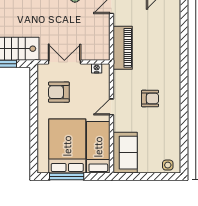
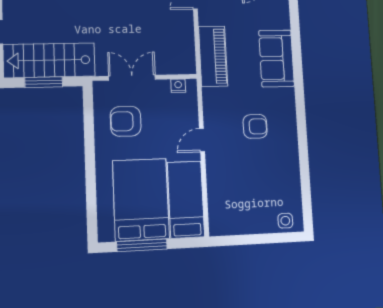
sofa: (125, 153) -> (276, 58), moved, turned 180

